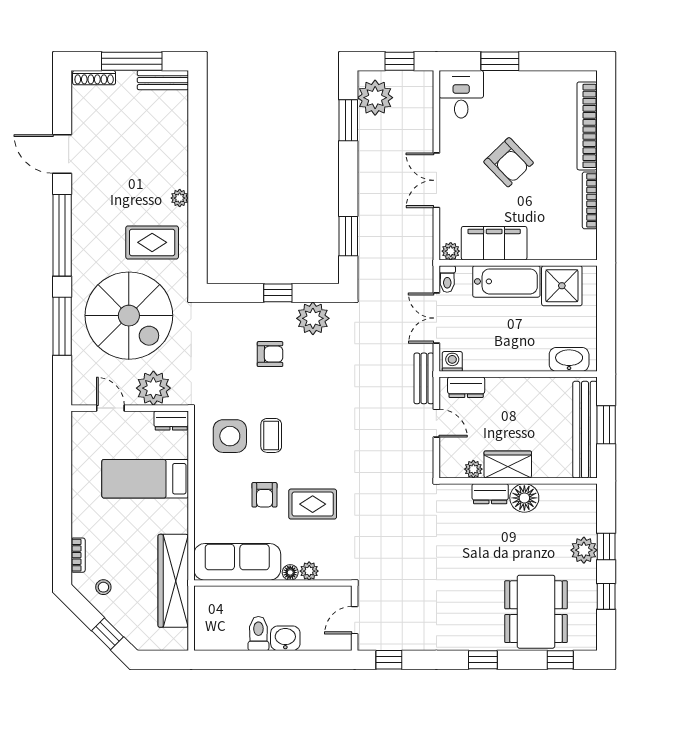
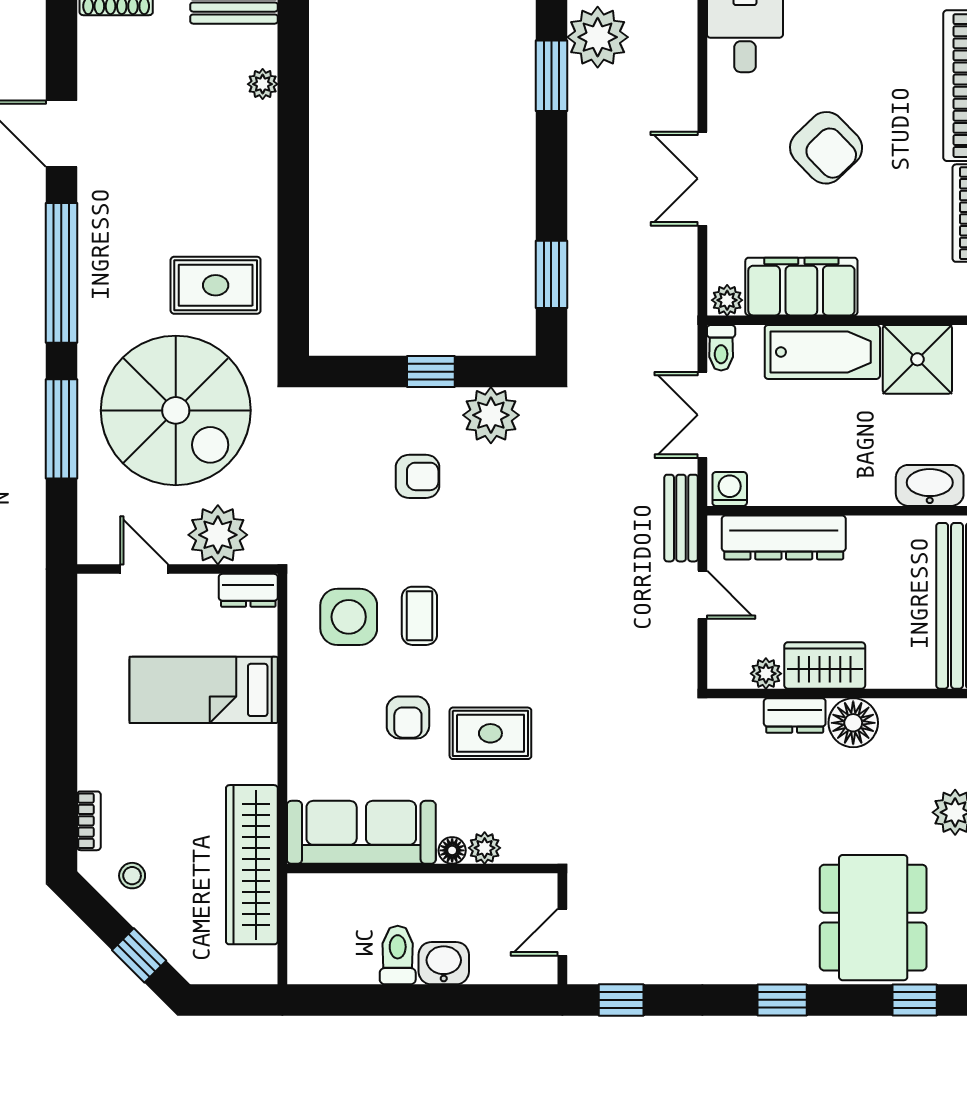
plant: (180, 198) -> (263, 84), moved
dresser: (466, 387) -> (784, 537), width x1.96, depth x1.24

